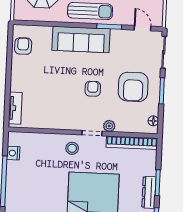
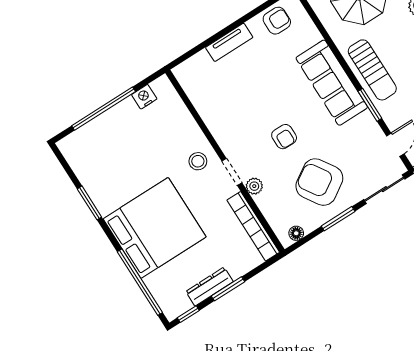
armchair: (133, 87) -> (319, 182), turned 57
armchair: (93, 89) -> (284, 137), turned 90
tv unit: (15, 108) -> (229, 42), moved

